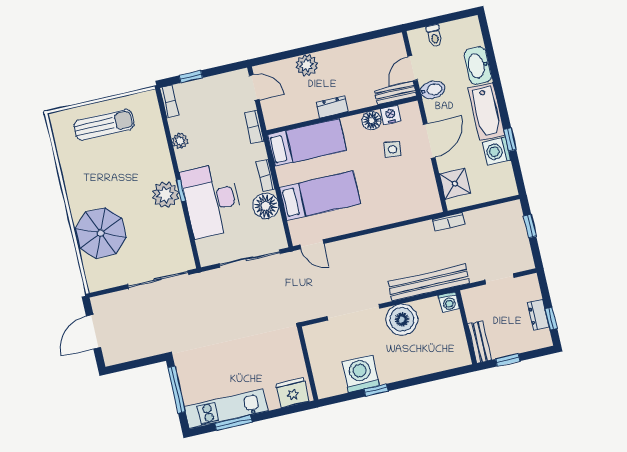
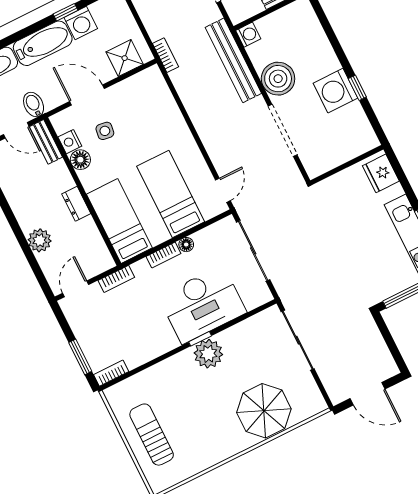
window: (191, 77) -> (80, 357), width x1.50
plant: (180, 141) -> (149, 352), removed
floor lamp: (266, 206) -> (186, 245), width x0.53, depth x0.53
washing machine: (360, 374) -> (335, 91), moved

